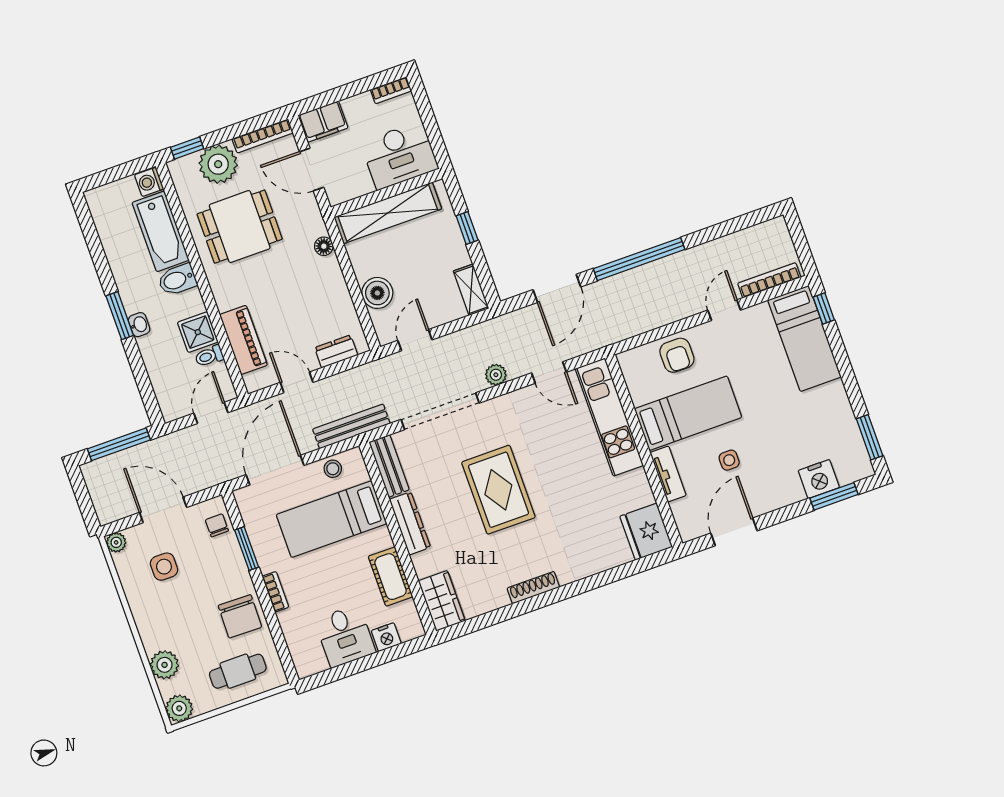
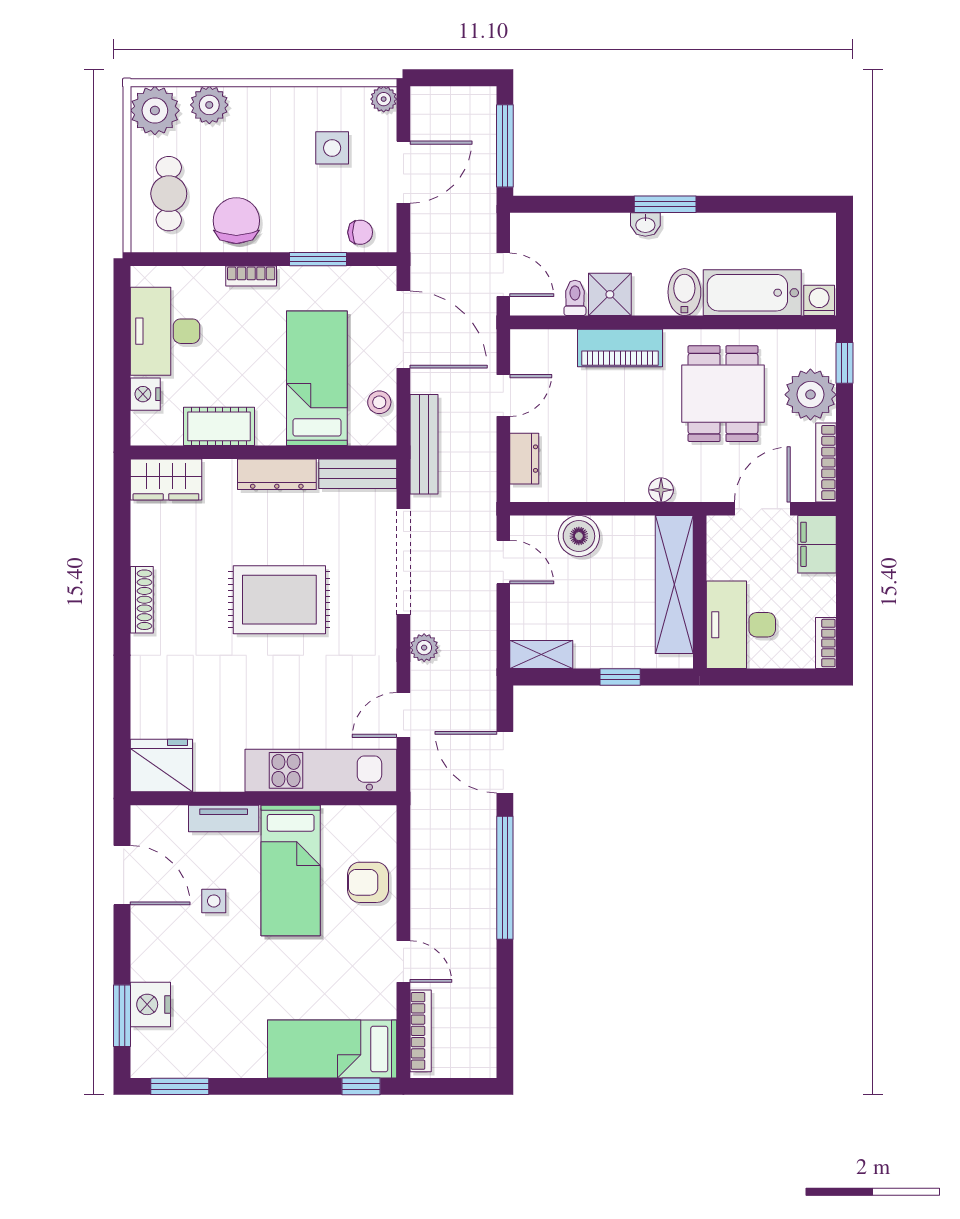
piano: (243, 340) -> (620, 348), moved
chair: (240, 616) -> (236, 221), turned 89
desk: (345, 636) -> (165, 331), width x1.37
plant: (179, 708) -> (155, 110), width x1.36, depth x1.36

